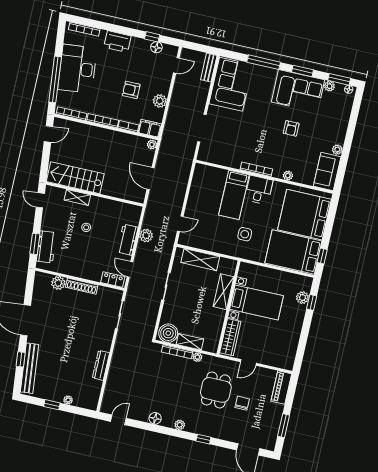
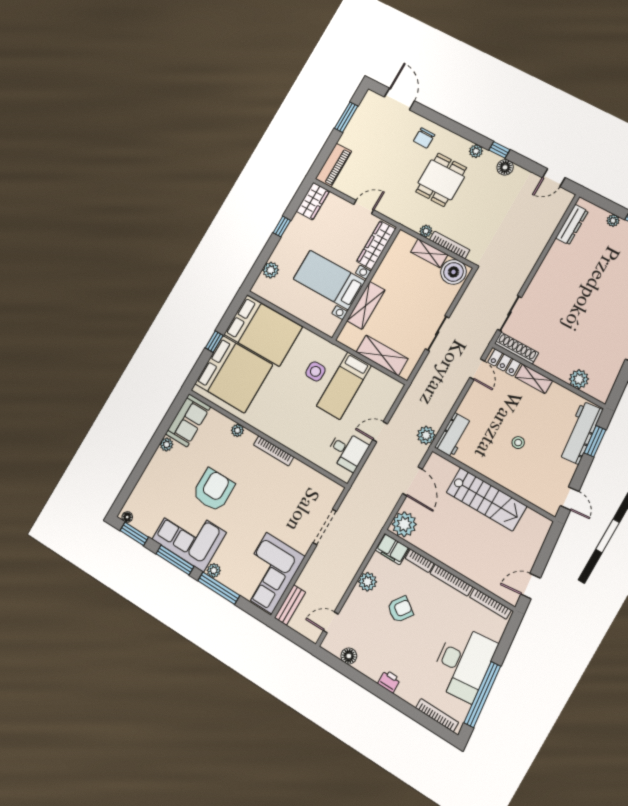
window: (152, 37) -> (350, 672), removed
printer: (117, 42) -> (389, 681), width x0.53, depth x0.68
window: (303, 71) -> (175, 560), width x1.44
window: (55, 79) -> (482, 694), moved
plant: (330, 86) -> (214, 570), moved
armchair: (131, 90) -> (400, 609), turned -54
armchair: (291, 128) -> (213, 490), width x1.88, depth x1.88
plant: (152, 145) -> (404, 524), width x1.87, depth x1.87
stairs: (75, 178) -> (486, 499), moved
desk: (259, 190) -> (347, 451), moved, turned -90
bed: (234, 195) -> (344, 386), moved, turned 180
shelving: (77, 197) -> (534, 379), moved
door: (180, 224) -> (380, 432), moved
plant: (146, 236) -> (426, 435), moved
workbench: (128, 240) -> (453, 435), moved
workbench: (46, 247) -> (581, 433), width x1.38
window: (322, 256) -> (214, 342), moved
shoe rack: (82, 286) -> (516, 348), moved
window: (312, 302) -> (282, 227), moved
wardrobe: (288, 357) -> (313, 201), added
dresser: (101, 365) -> (572, 225), moved
dining table: (216, 390) -> (441, 180), moved
chair: (242, 403) -> (424, 138), moved
window: (203, 439) -> (499, 150), moved

